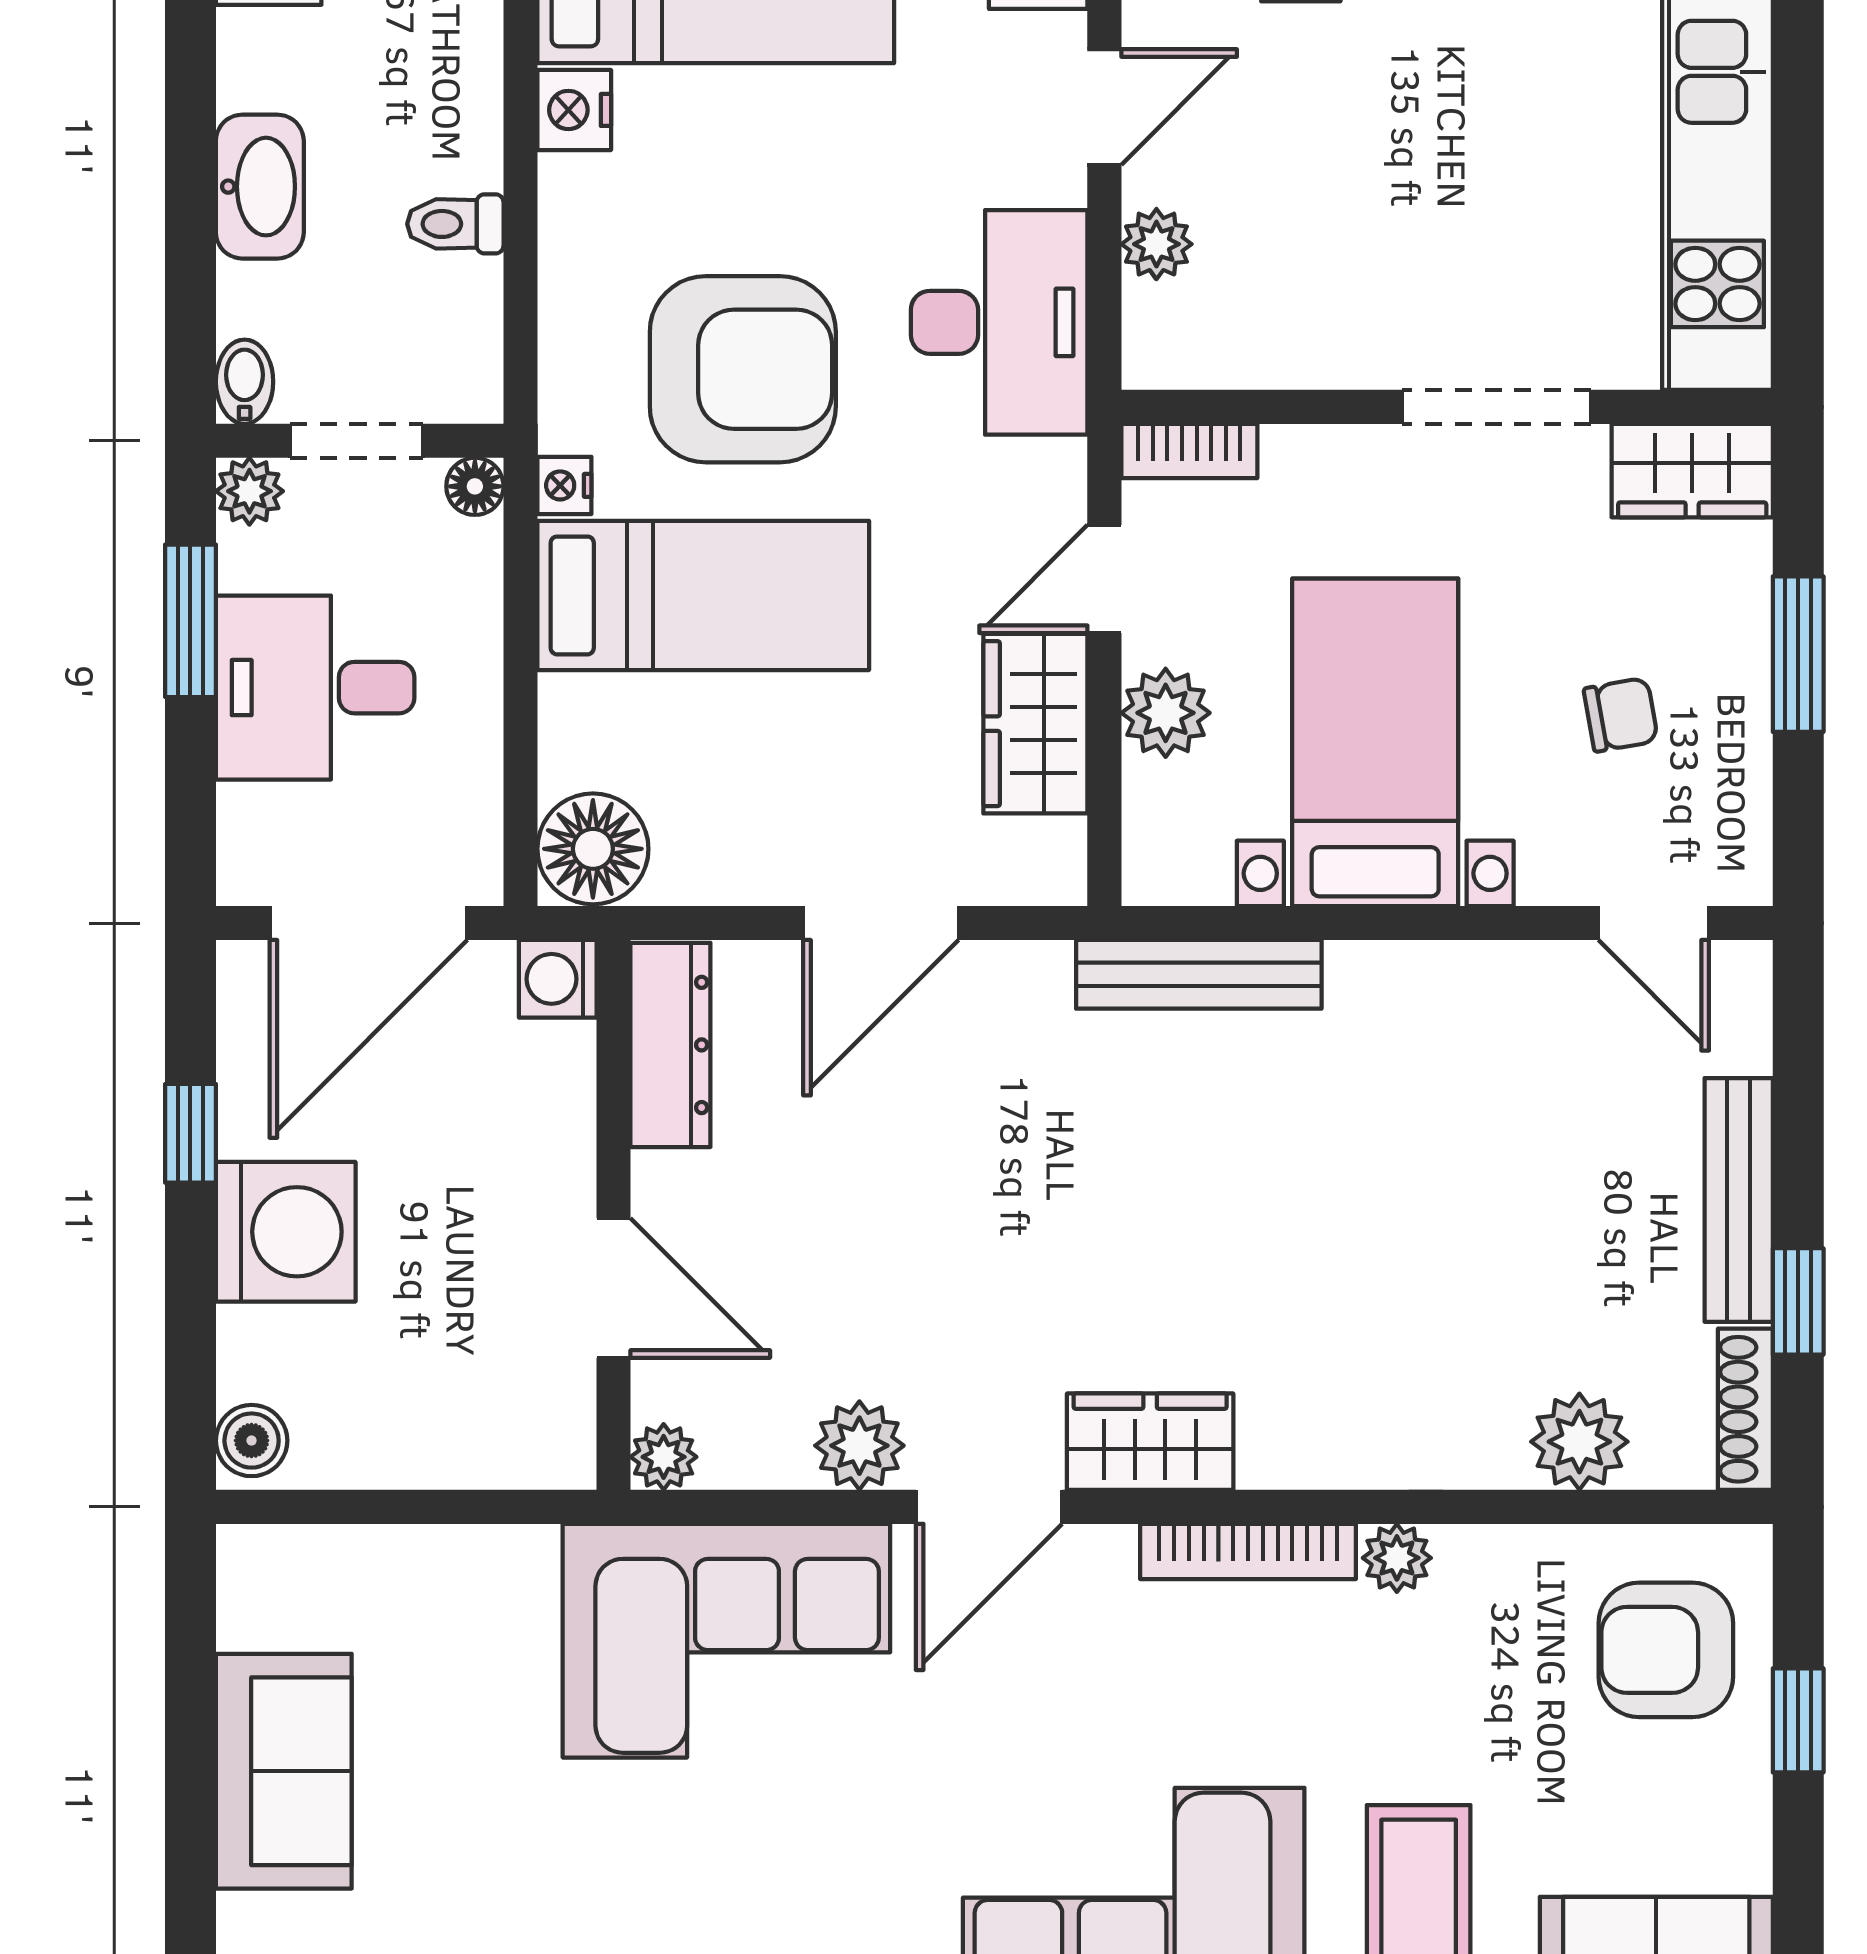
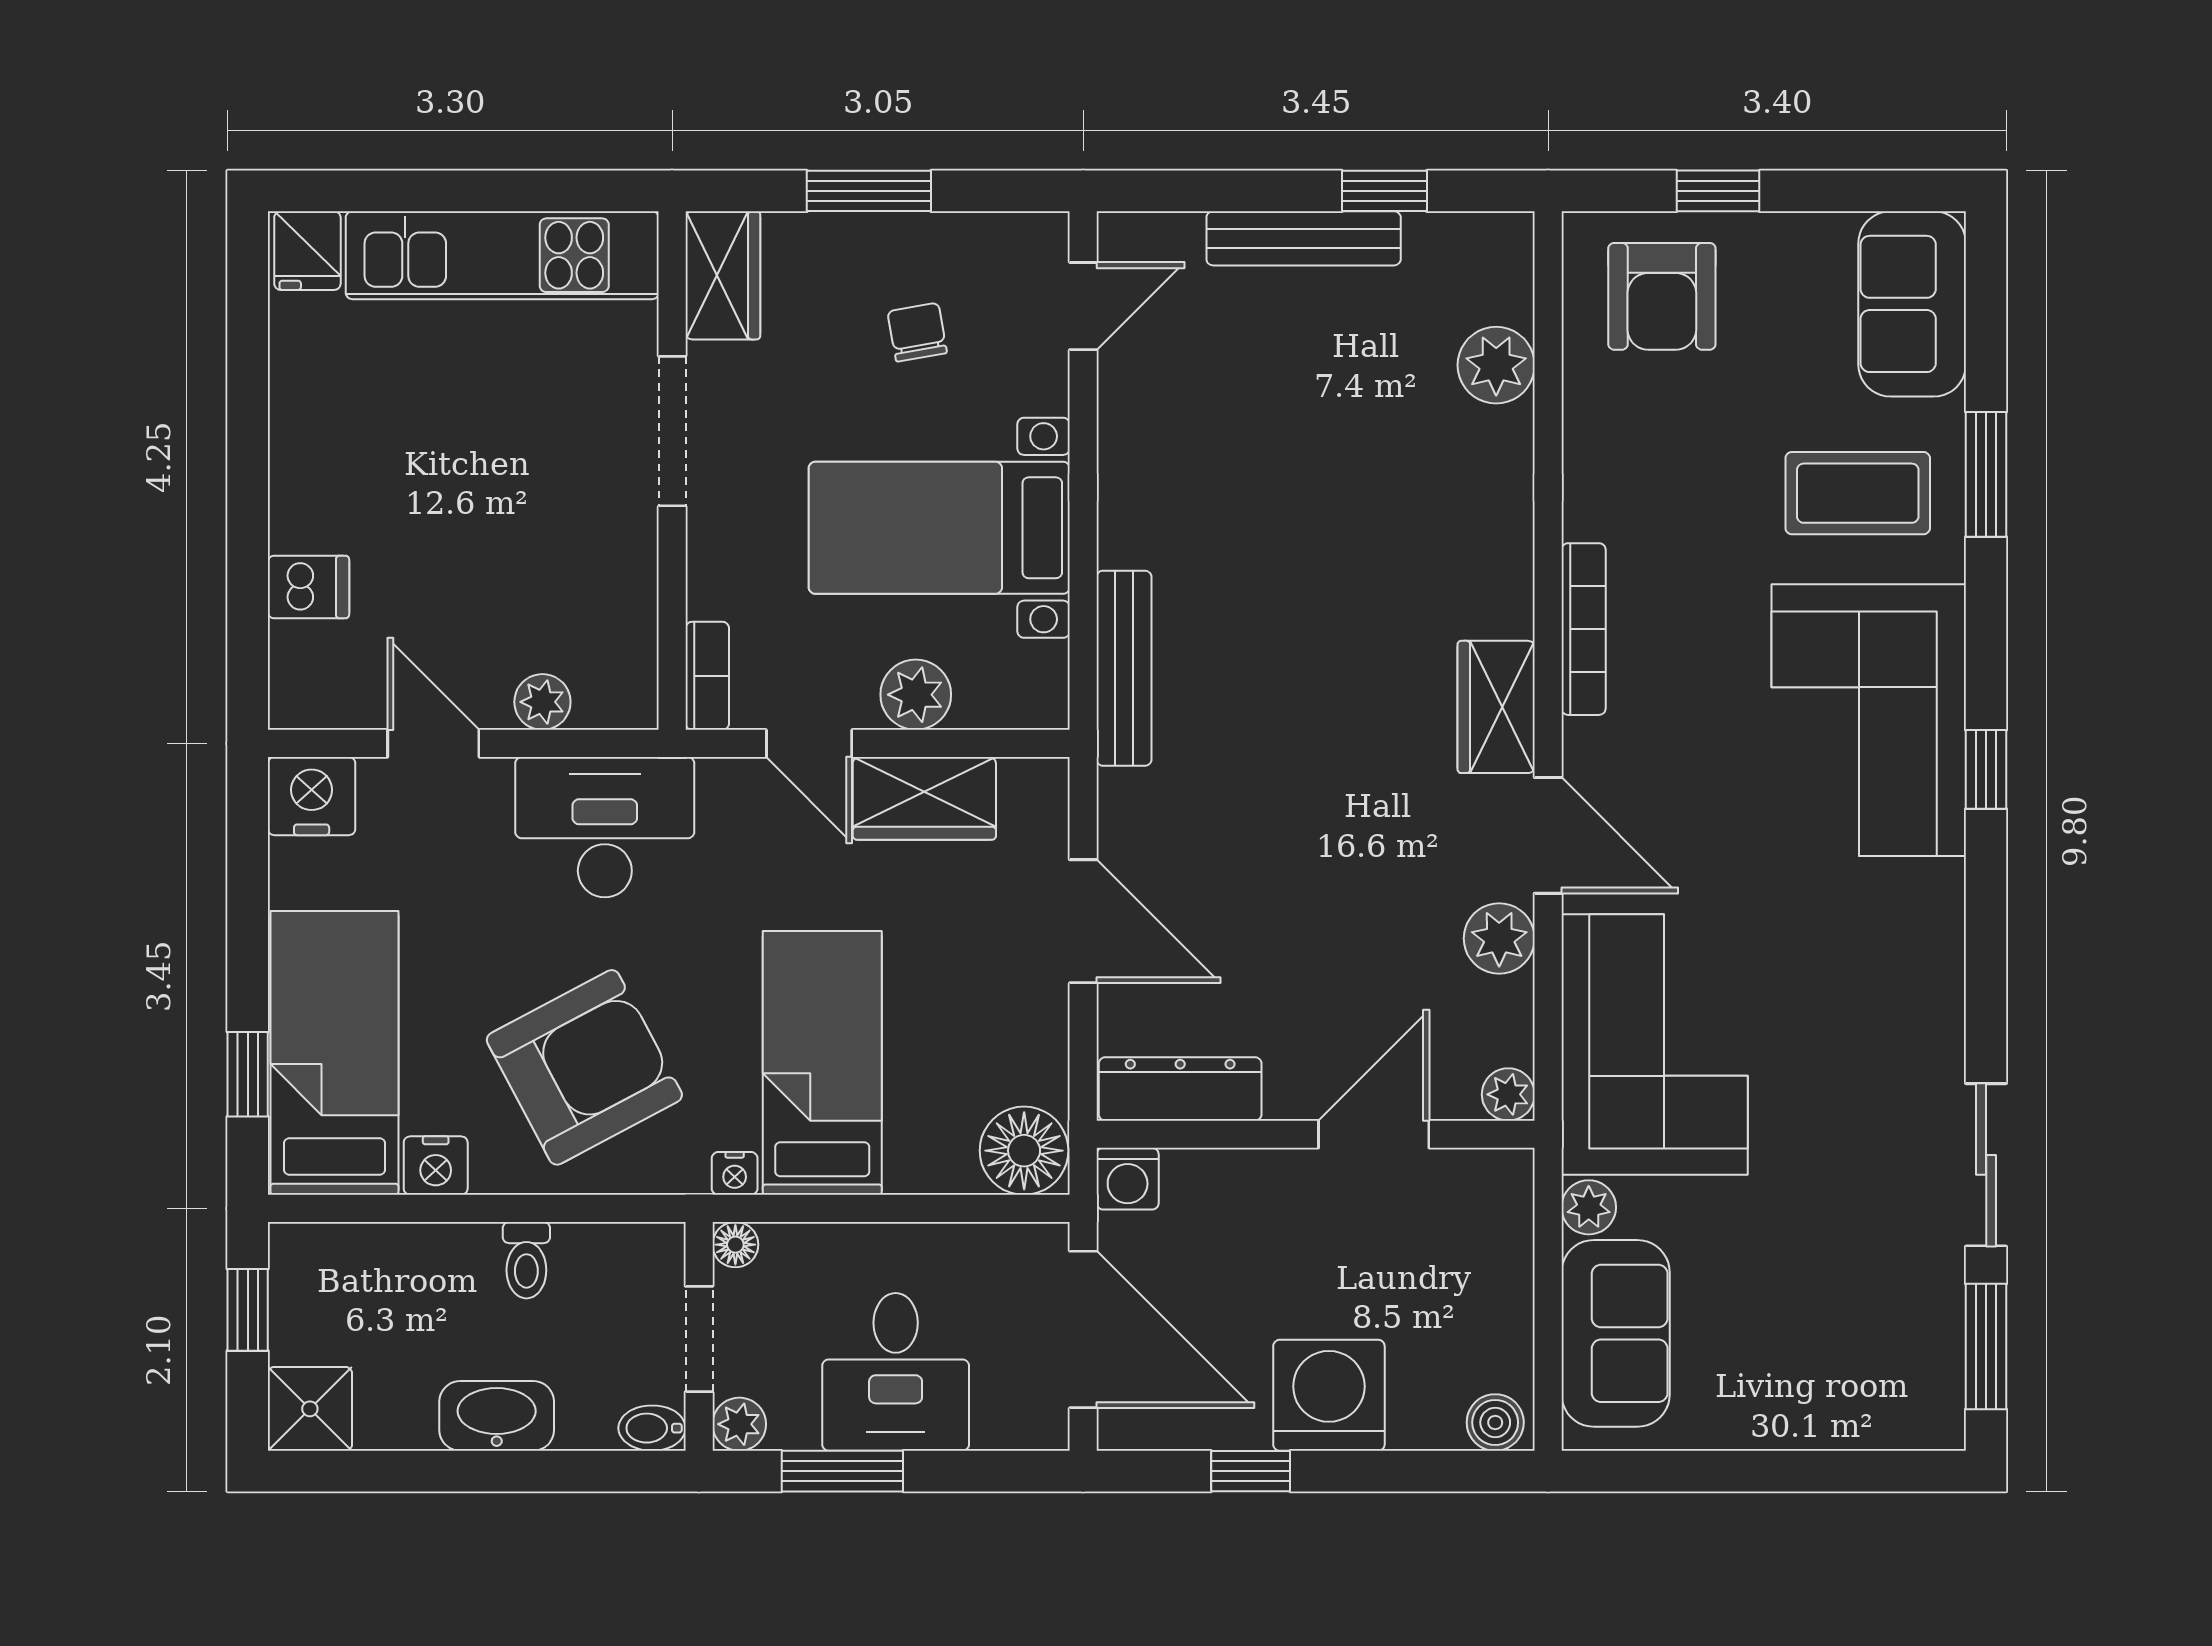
armchair: (743, 369) -> (584, 1067), moved, turned 62
shoe rack: (1745, 1409) -> (1470, 233), removed
plant: (1397, 1558) -> (1589, 1207), moved
sofa: (284, 1771) -> (1616, 1333), moved, turned 90

